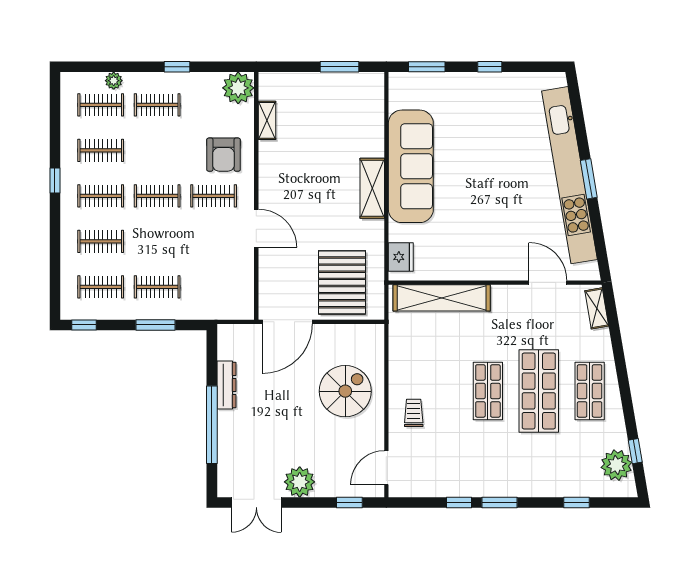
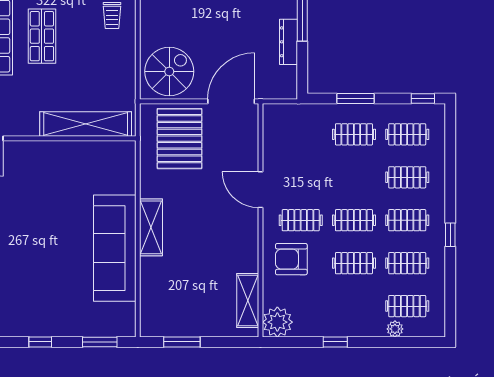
clothes rail: (157, 105) -> (354, 263), moved
shelving: (267, 120) -> (248, 300), width x1.50, depth x1.33
armchair: (224, 155) -> (291, 259), turned -90
fridge: (401, 257) -> (124, 163), removed
spiral stairs: (345, 391) -> (169, 71), moved, turned 180

